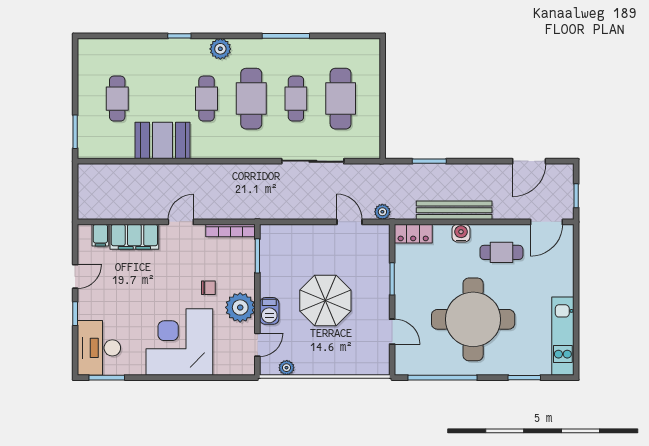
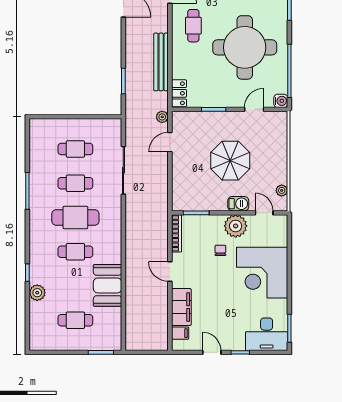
plant: (220, 49) -> (37, 293), moved
cafe table: (341, 99) -> (75, 149), width x0.73, depth x0.74
water cooler: (461, 233) -> (281, 101), moved, turned 180

